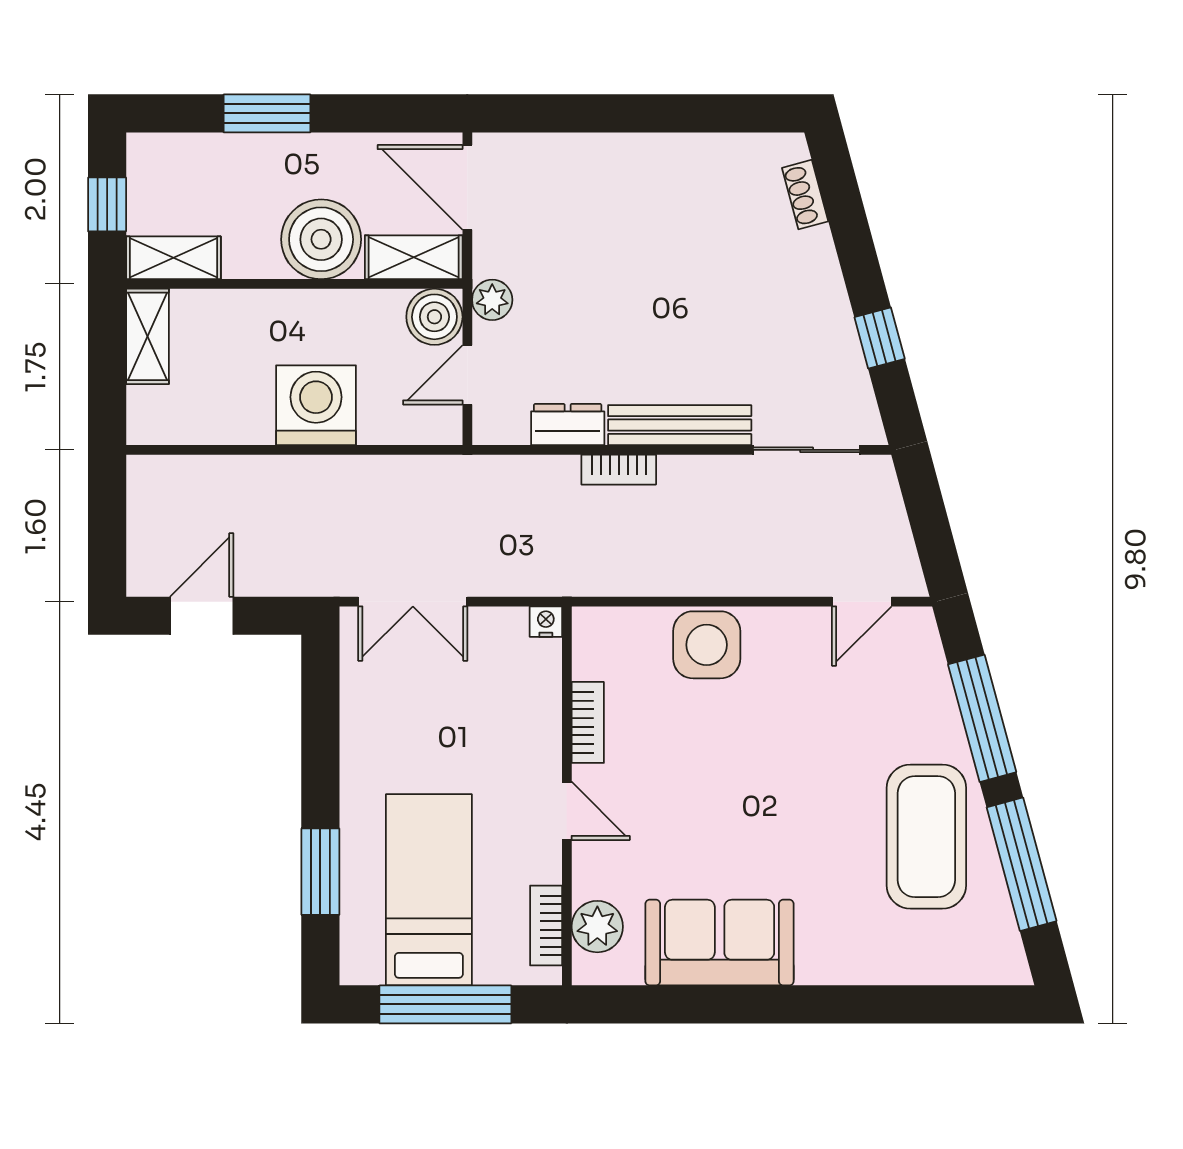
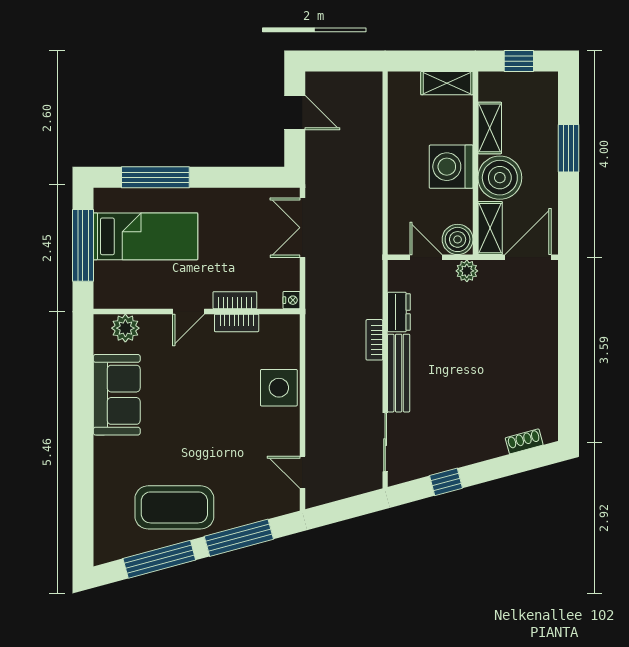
shelving: (174, 258) -> (490, 128), moved
washing machine: (316, 405) -> (451, 167), moved, turned 180
window: (320, 872) -> (155, 177), width x1.44
bookcase: (546, 926) -> (235, 300), moved

